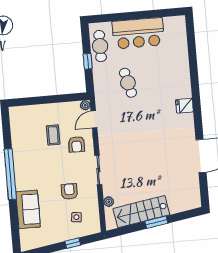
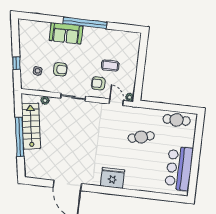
bar counter: (138, 33) -> (179, 168), moved
window: (88, 61) -> (166, 107), removed
fridge: (184, 106) -> (112, 178), width x1.88, depth x1.34
sofa: (28, 209) -> (66, 33), moved
window: (156, 222) -> (20, 137), width x2.11

